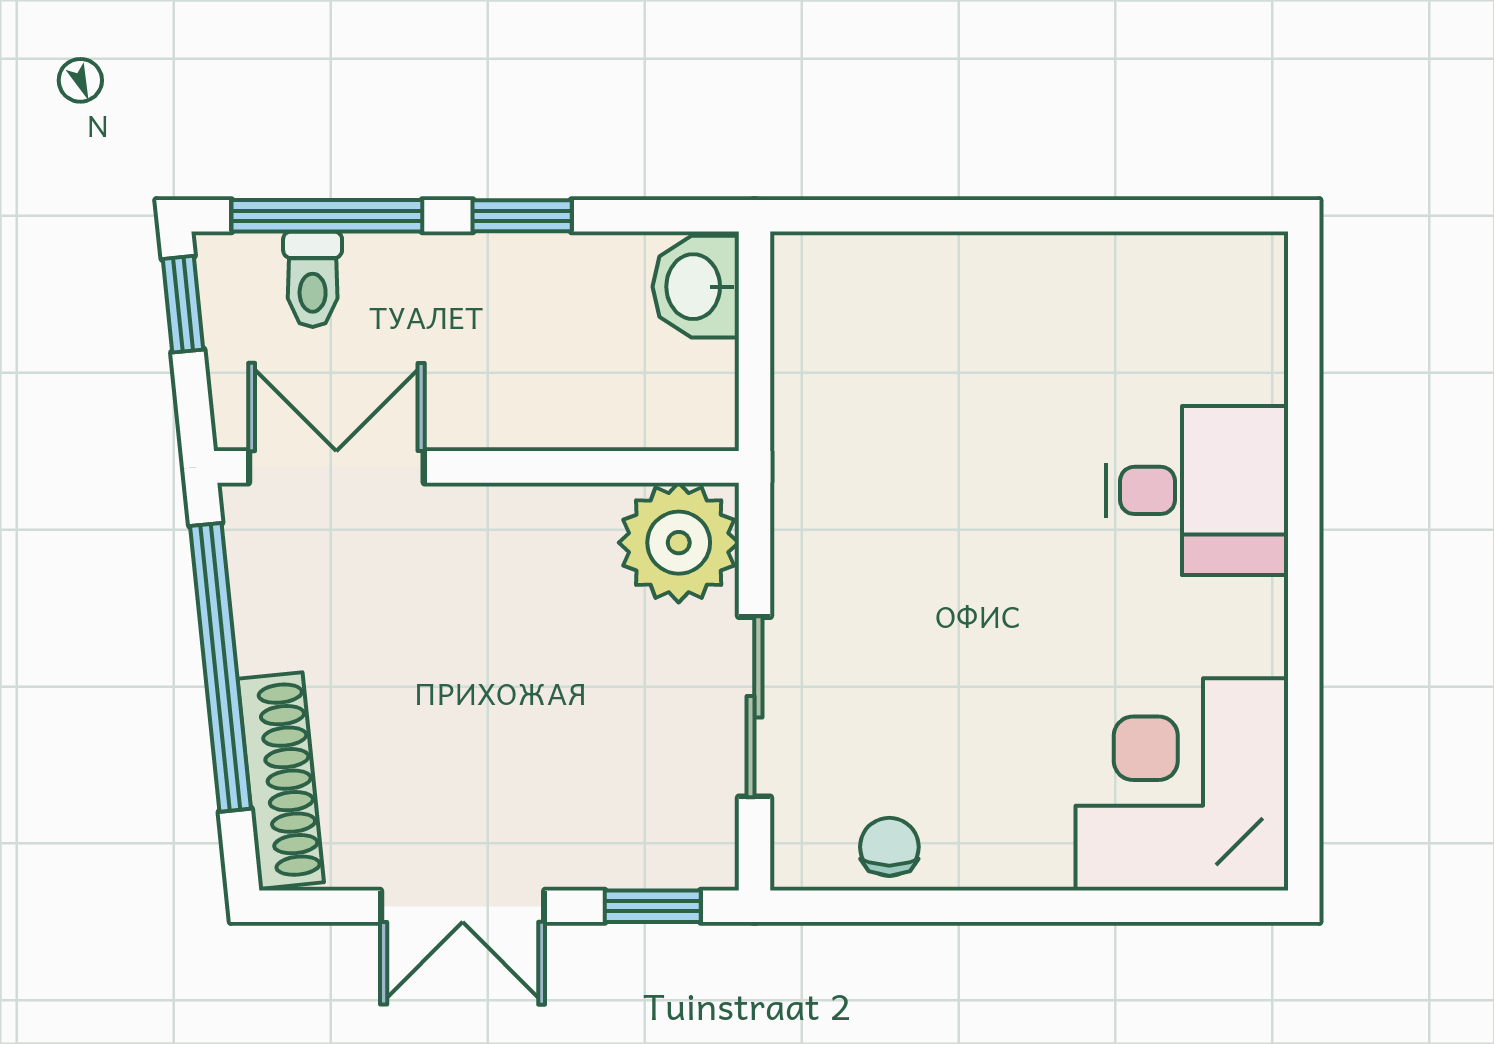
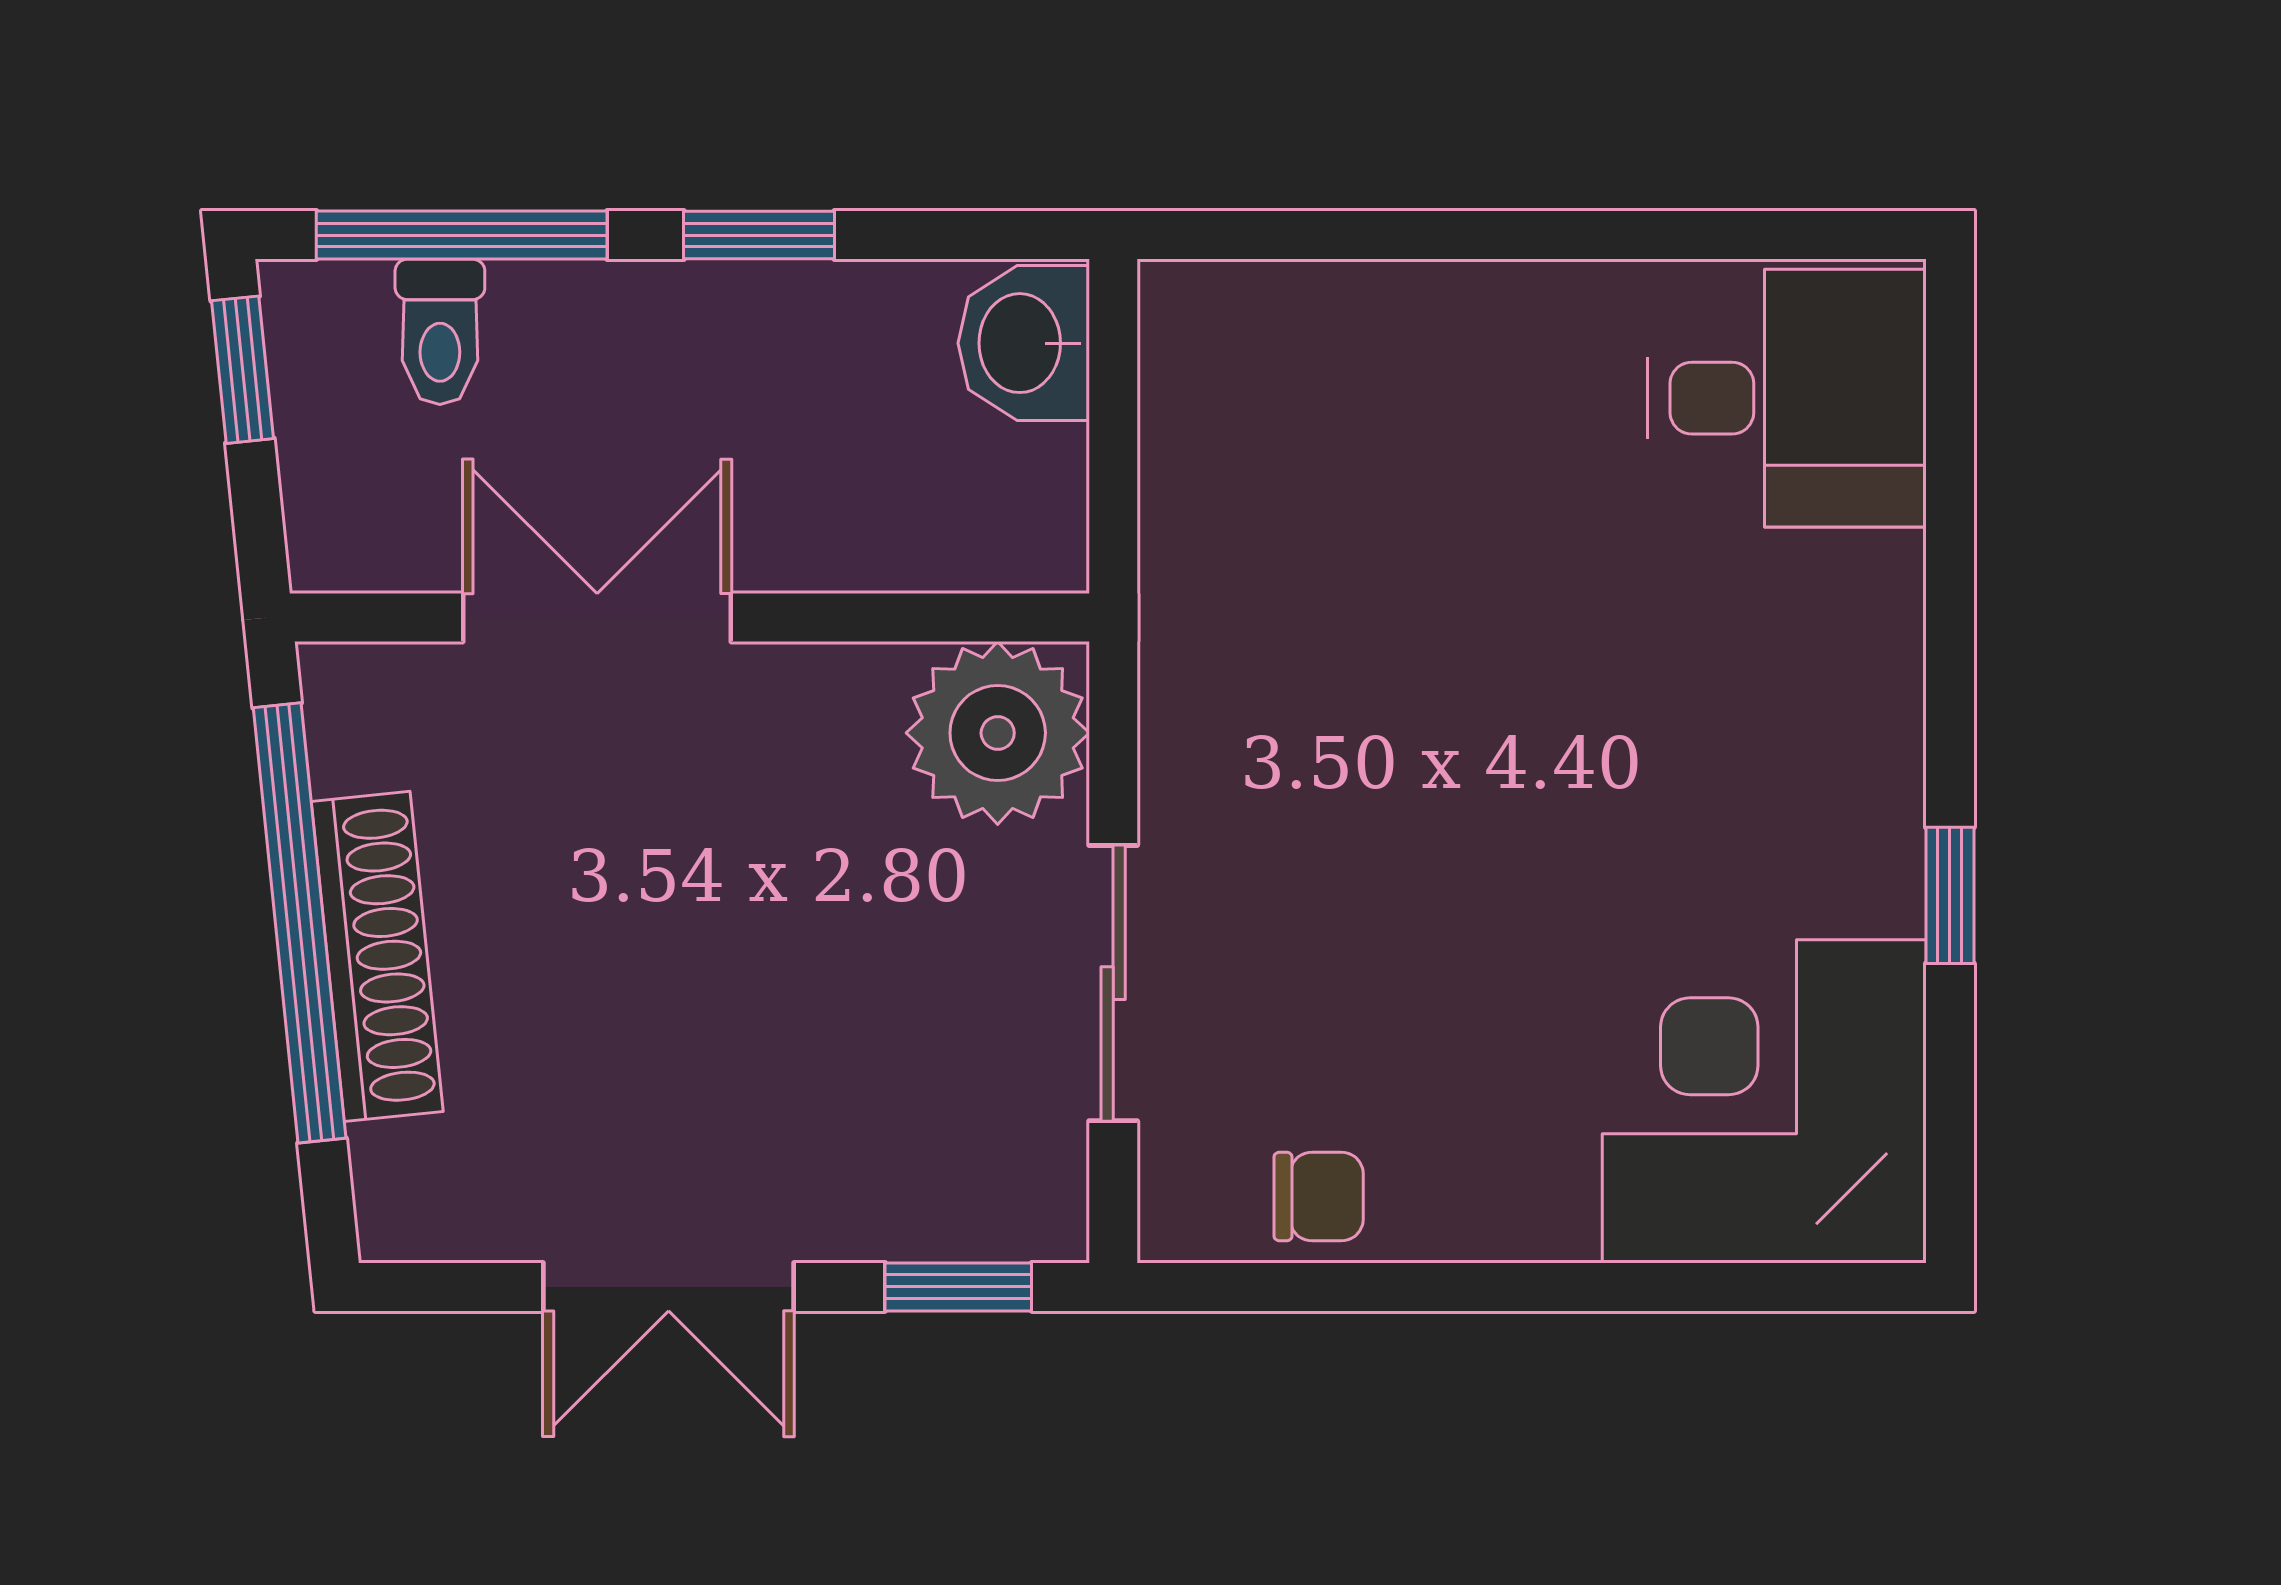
double door: (336, 467) -> (597, 618), moved
desk: (1197, 490) -> (1787, 398), moved
window: (1304, 649) -> (1950, 895), added
shoe rack: (281, 781) -> (377, 956), moved
chair: (889, 847) -> (1319, 1197), turned 90

